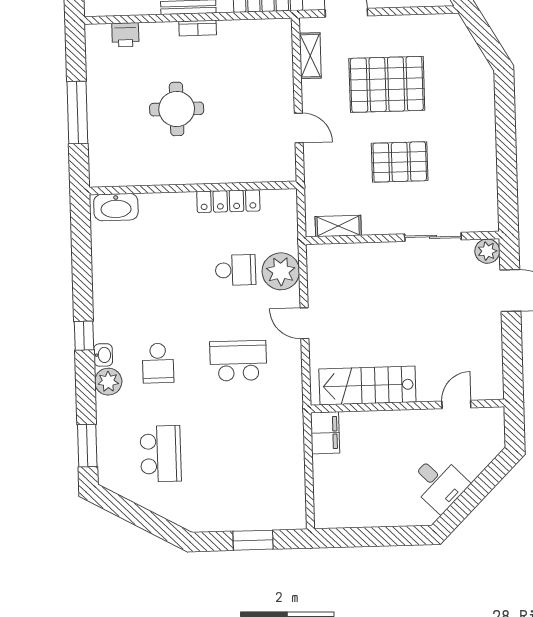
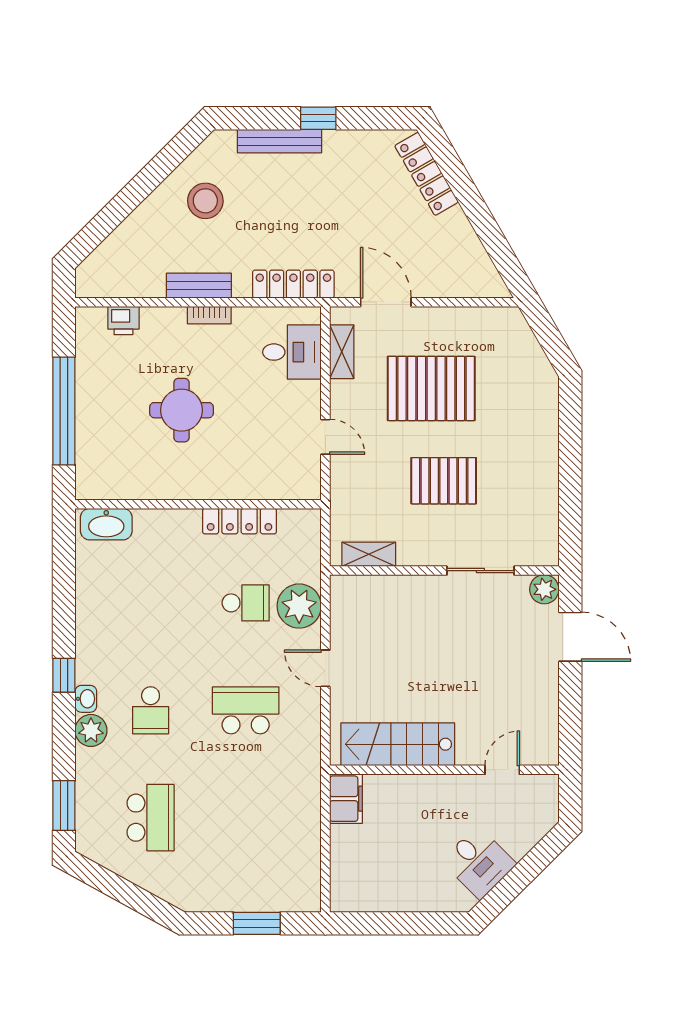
desk: (268, 57) -> (292, 352), added
window: (77, 113) -> (64, 411), width x1.46

